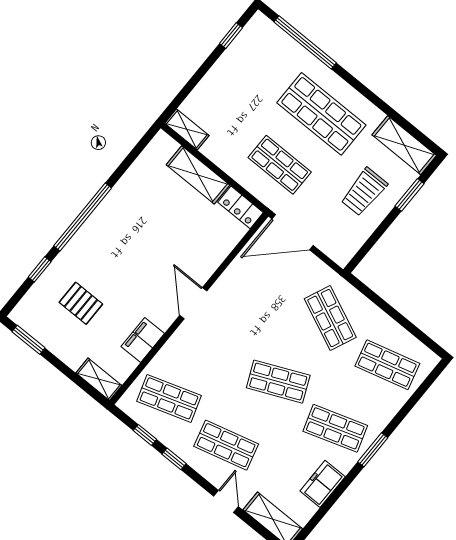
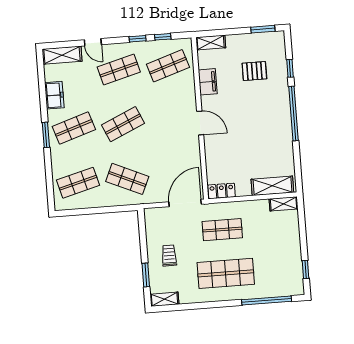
shelving: (404, 145) -> (164, 299), width x0.67, depth x0.75
shelving: (198, 175) -> (272, 186), moved
trolley: (364, 192) -> (169, 255), width x0.73, depth x0.72

